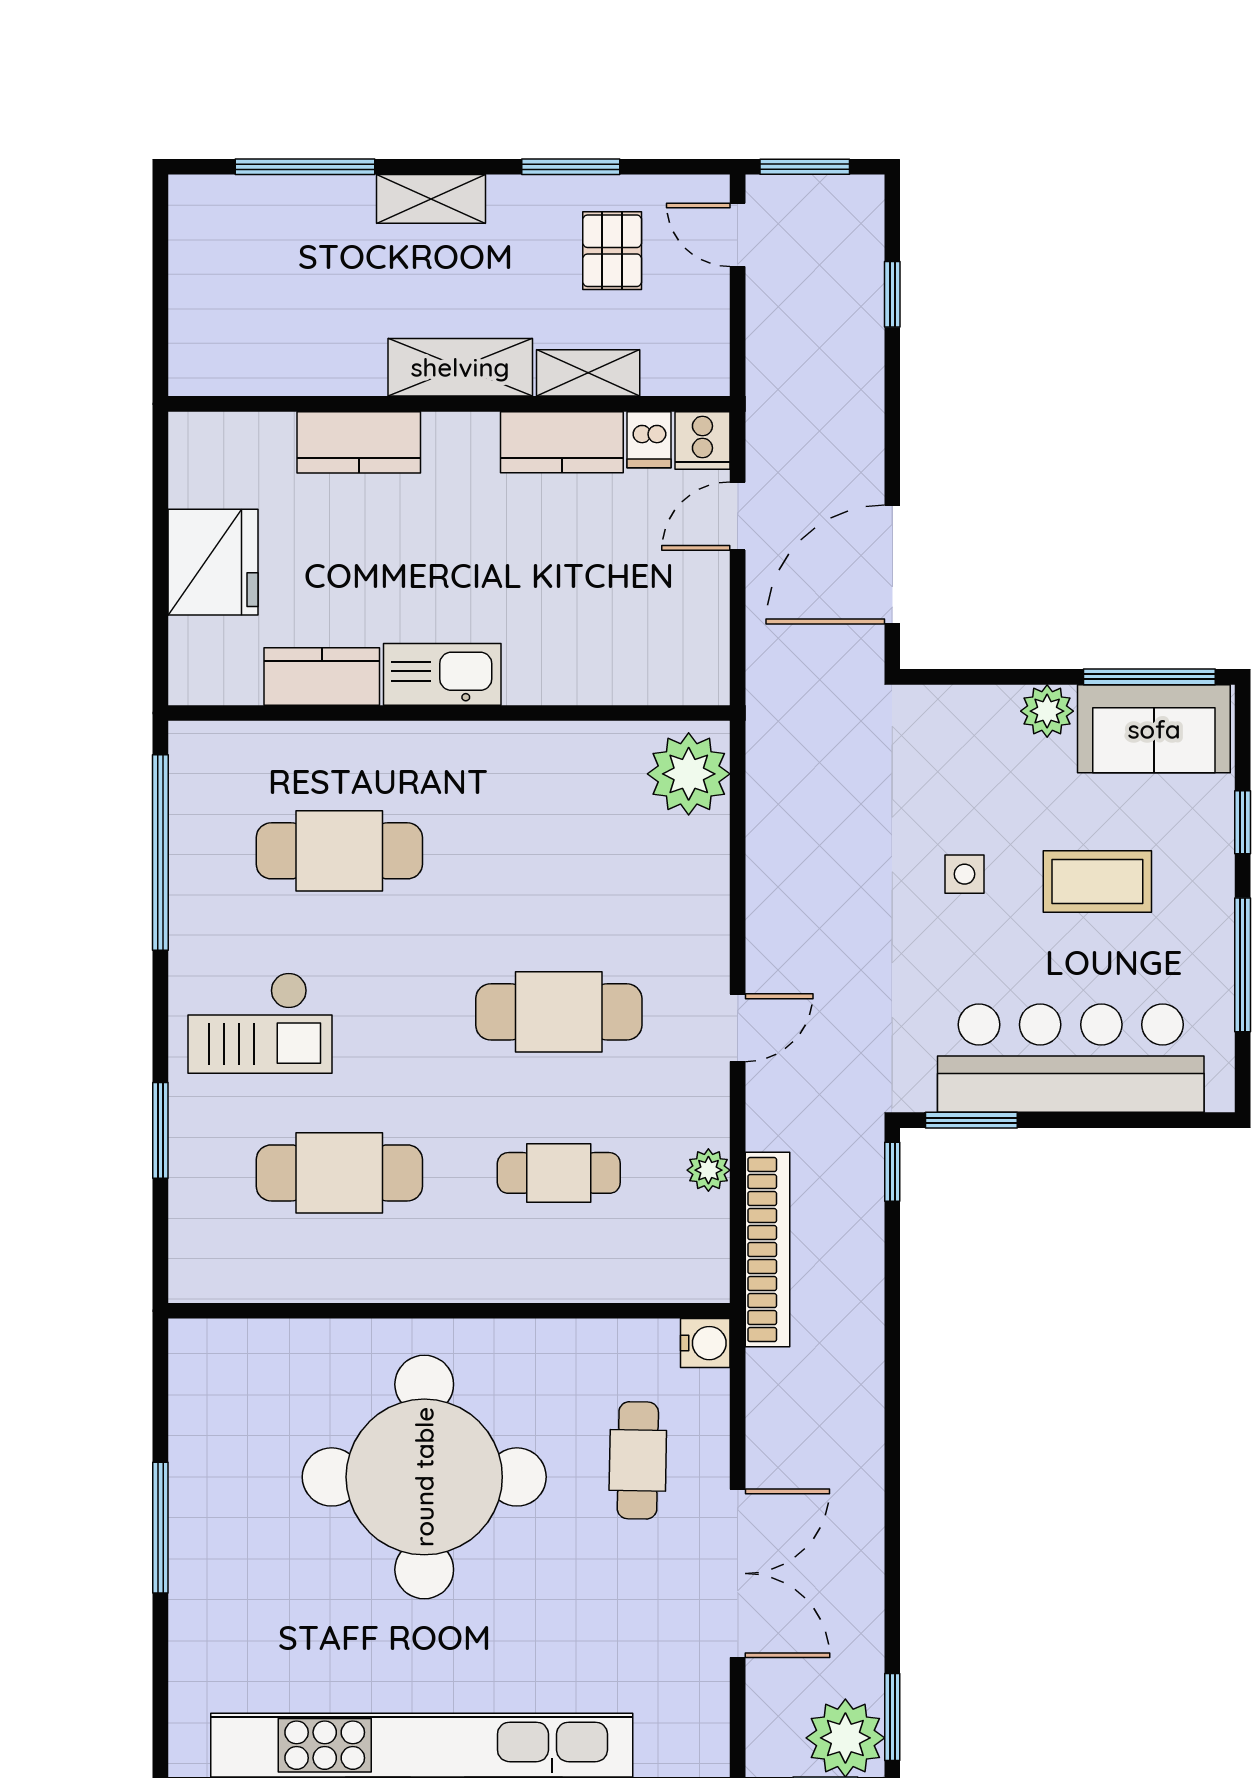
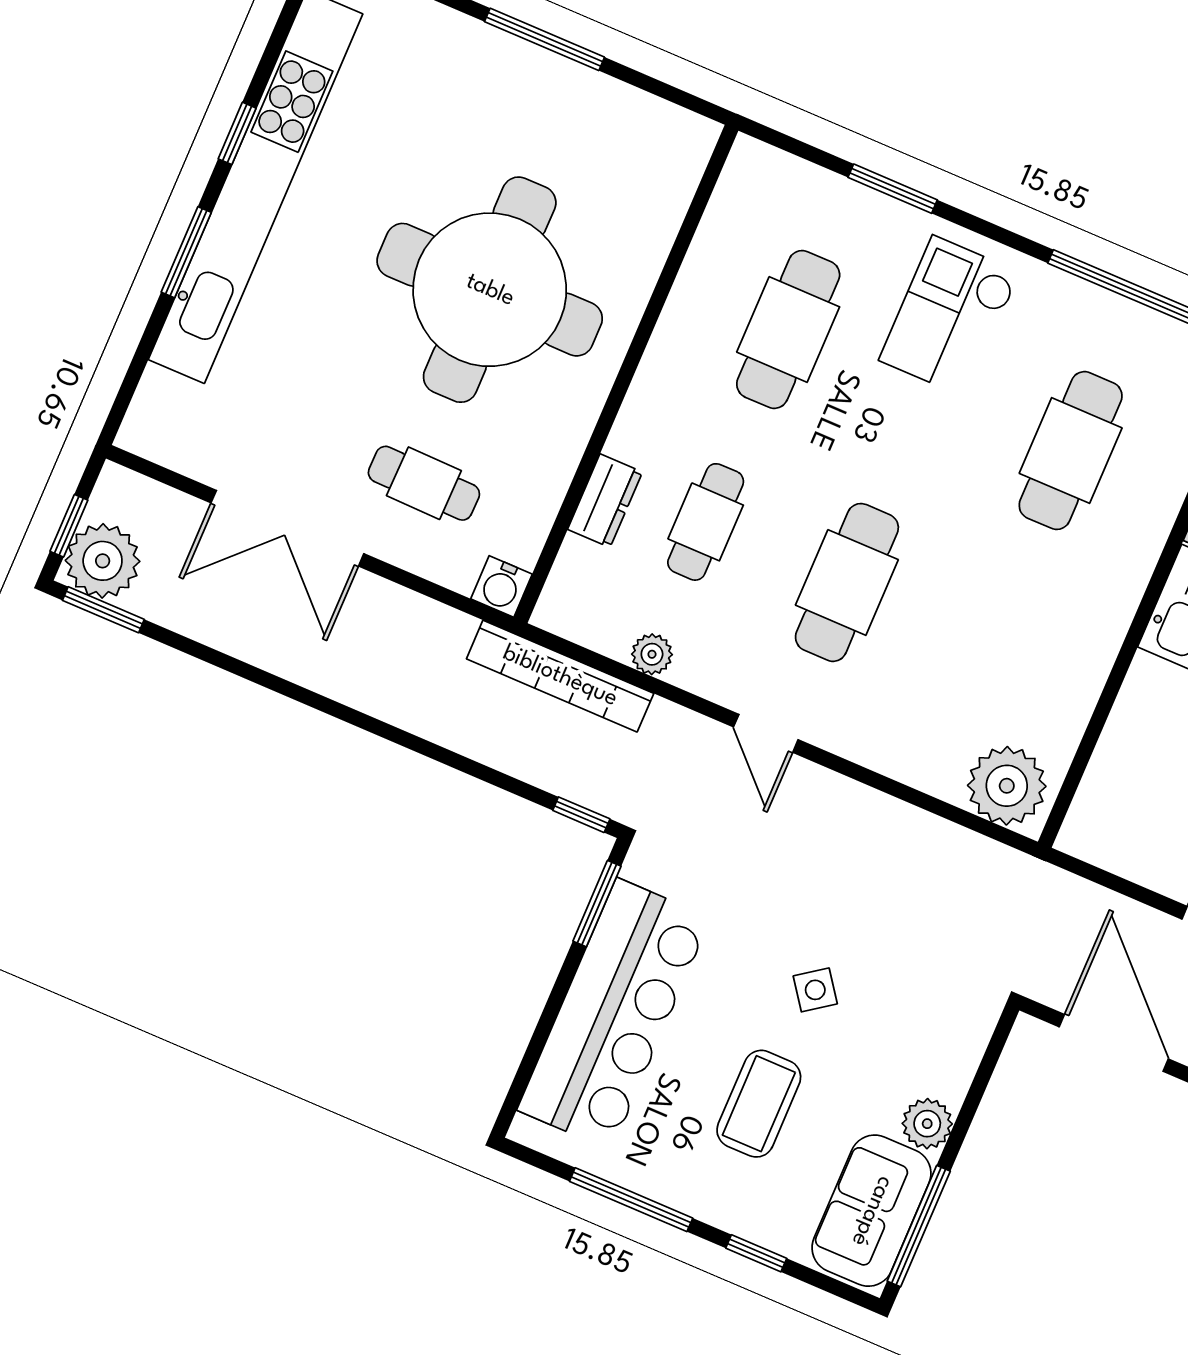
side table: (964, 874) -> (815, 990), turned -36
dresser: (580, 1279) -> (605, 501), added

